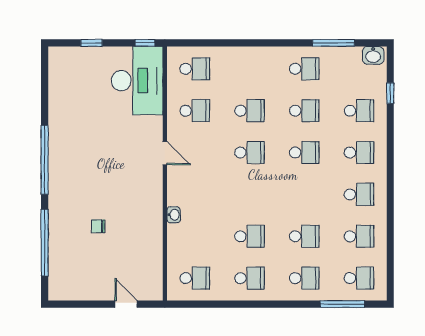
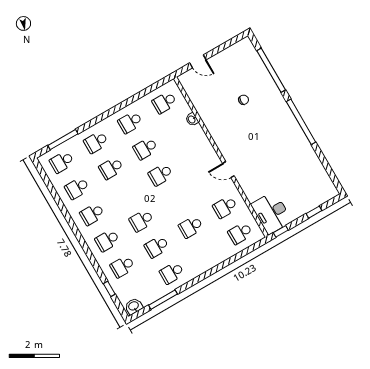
desk: (137, 81) -> (272, 213), width x0.73, depth x0.77
school desk: (249, 153) -> (161, 175), moved
washbasin: (174, 215) -> (192, 119), moved

